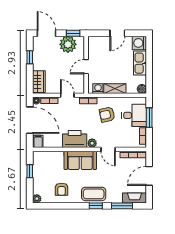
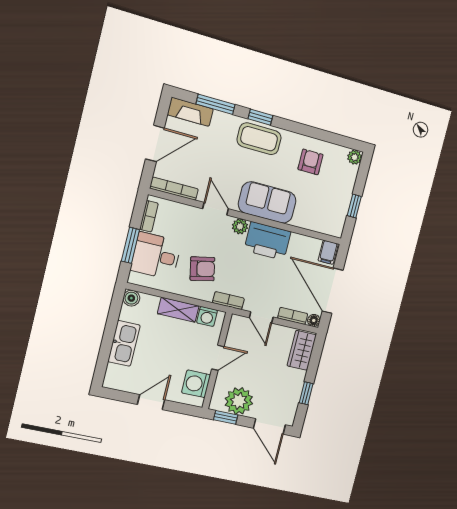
washing machine: (139, 43) -> (196, 384), moved, turned 180

